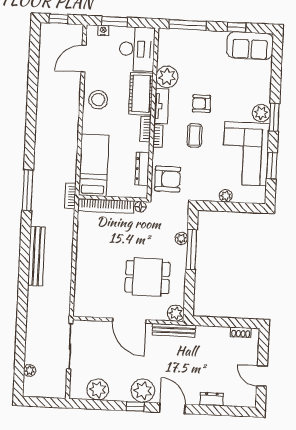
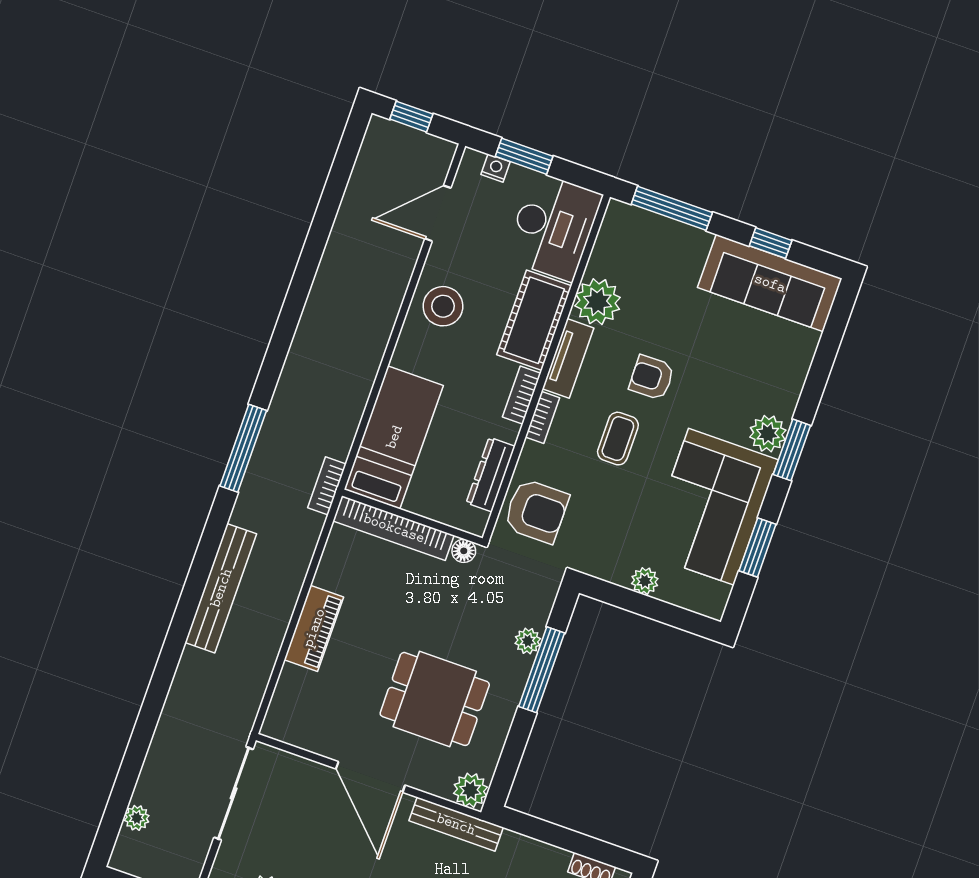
sofa: (250, 46) -> (770, 283), width x1.36
piano: (84, 262) -> (314, 628), added

